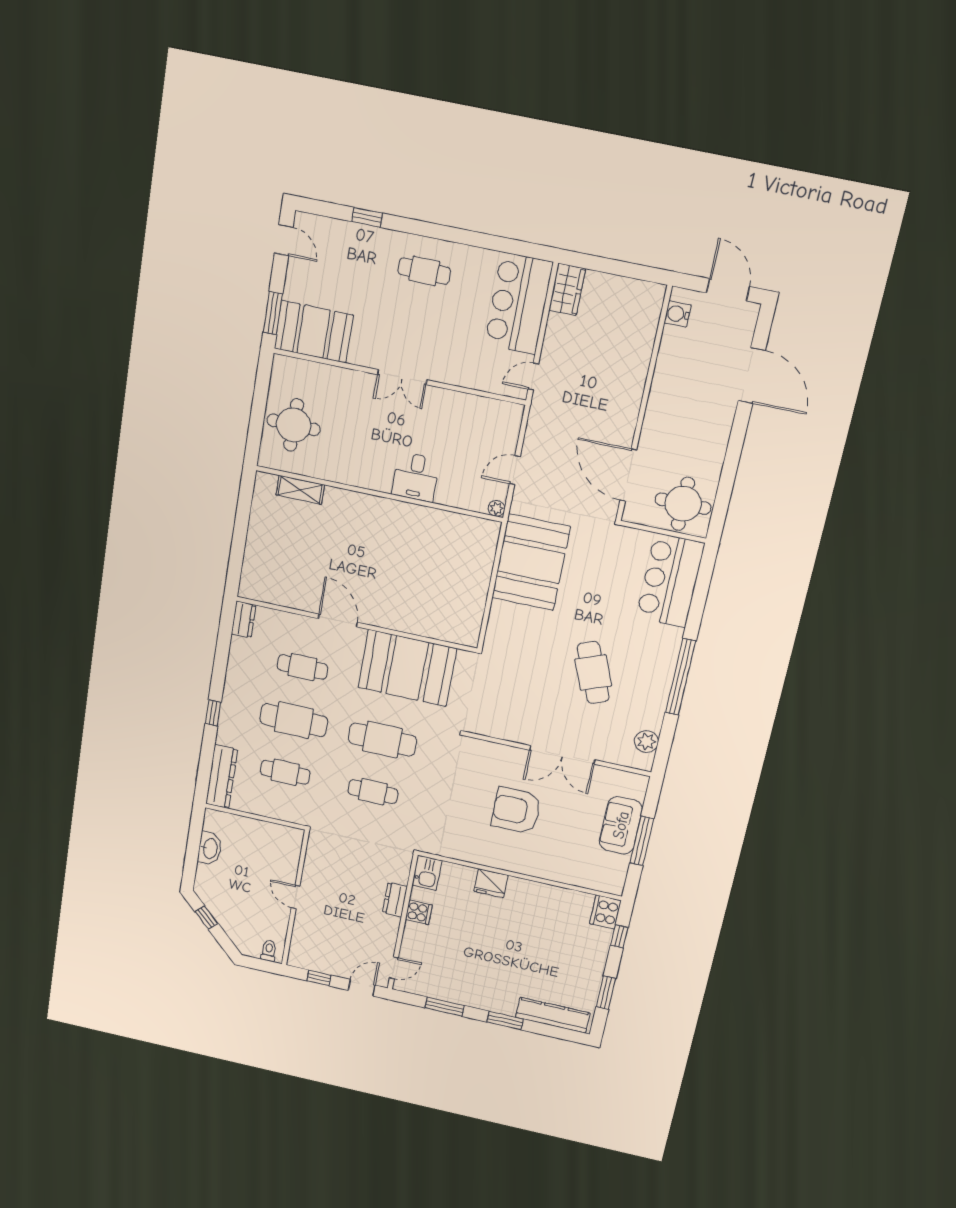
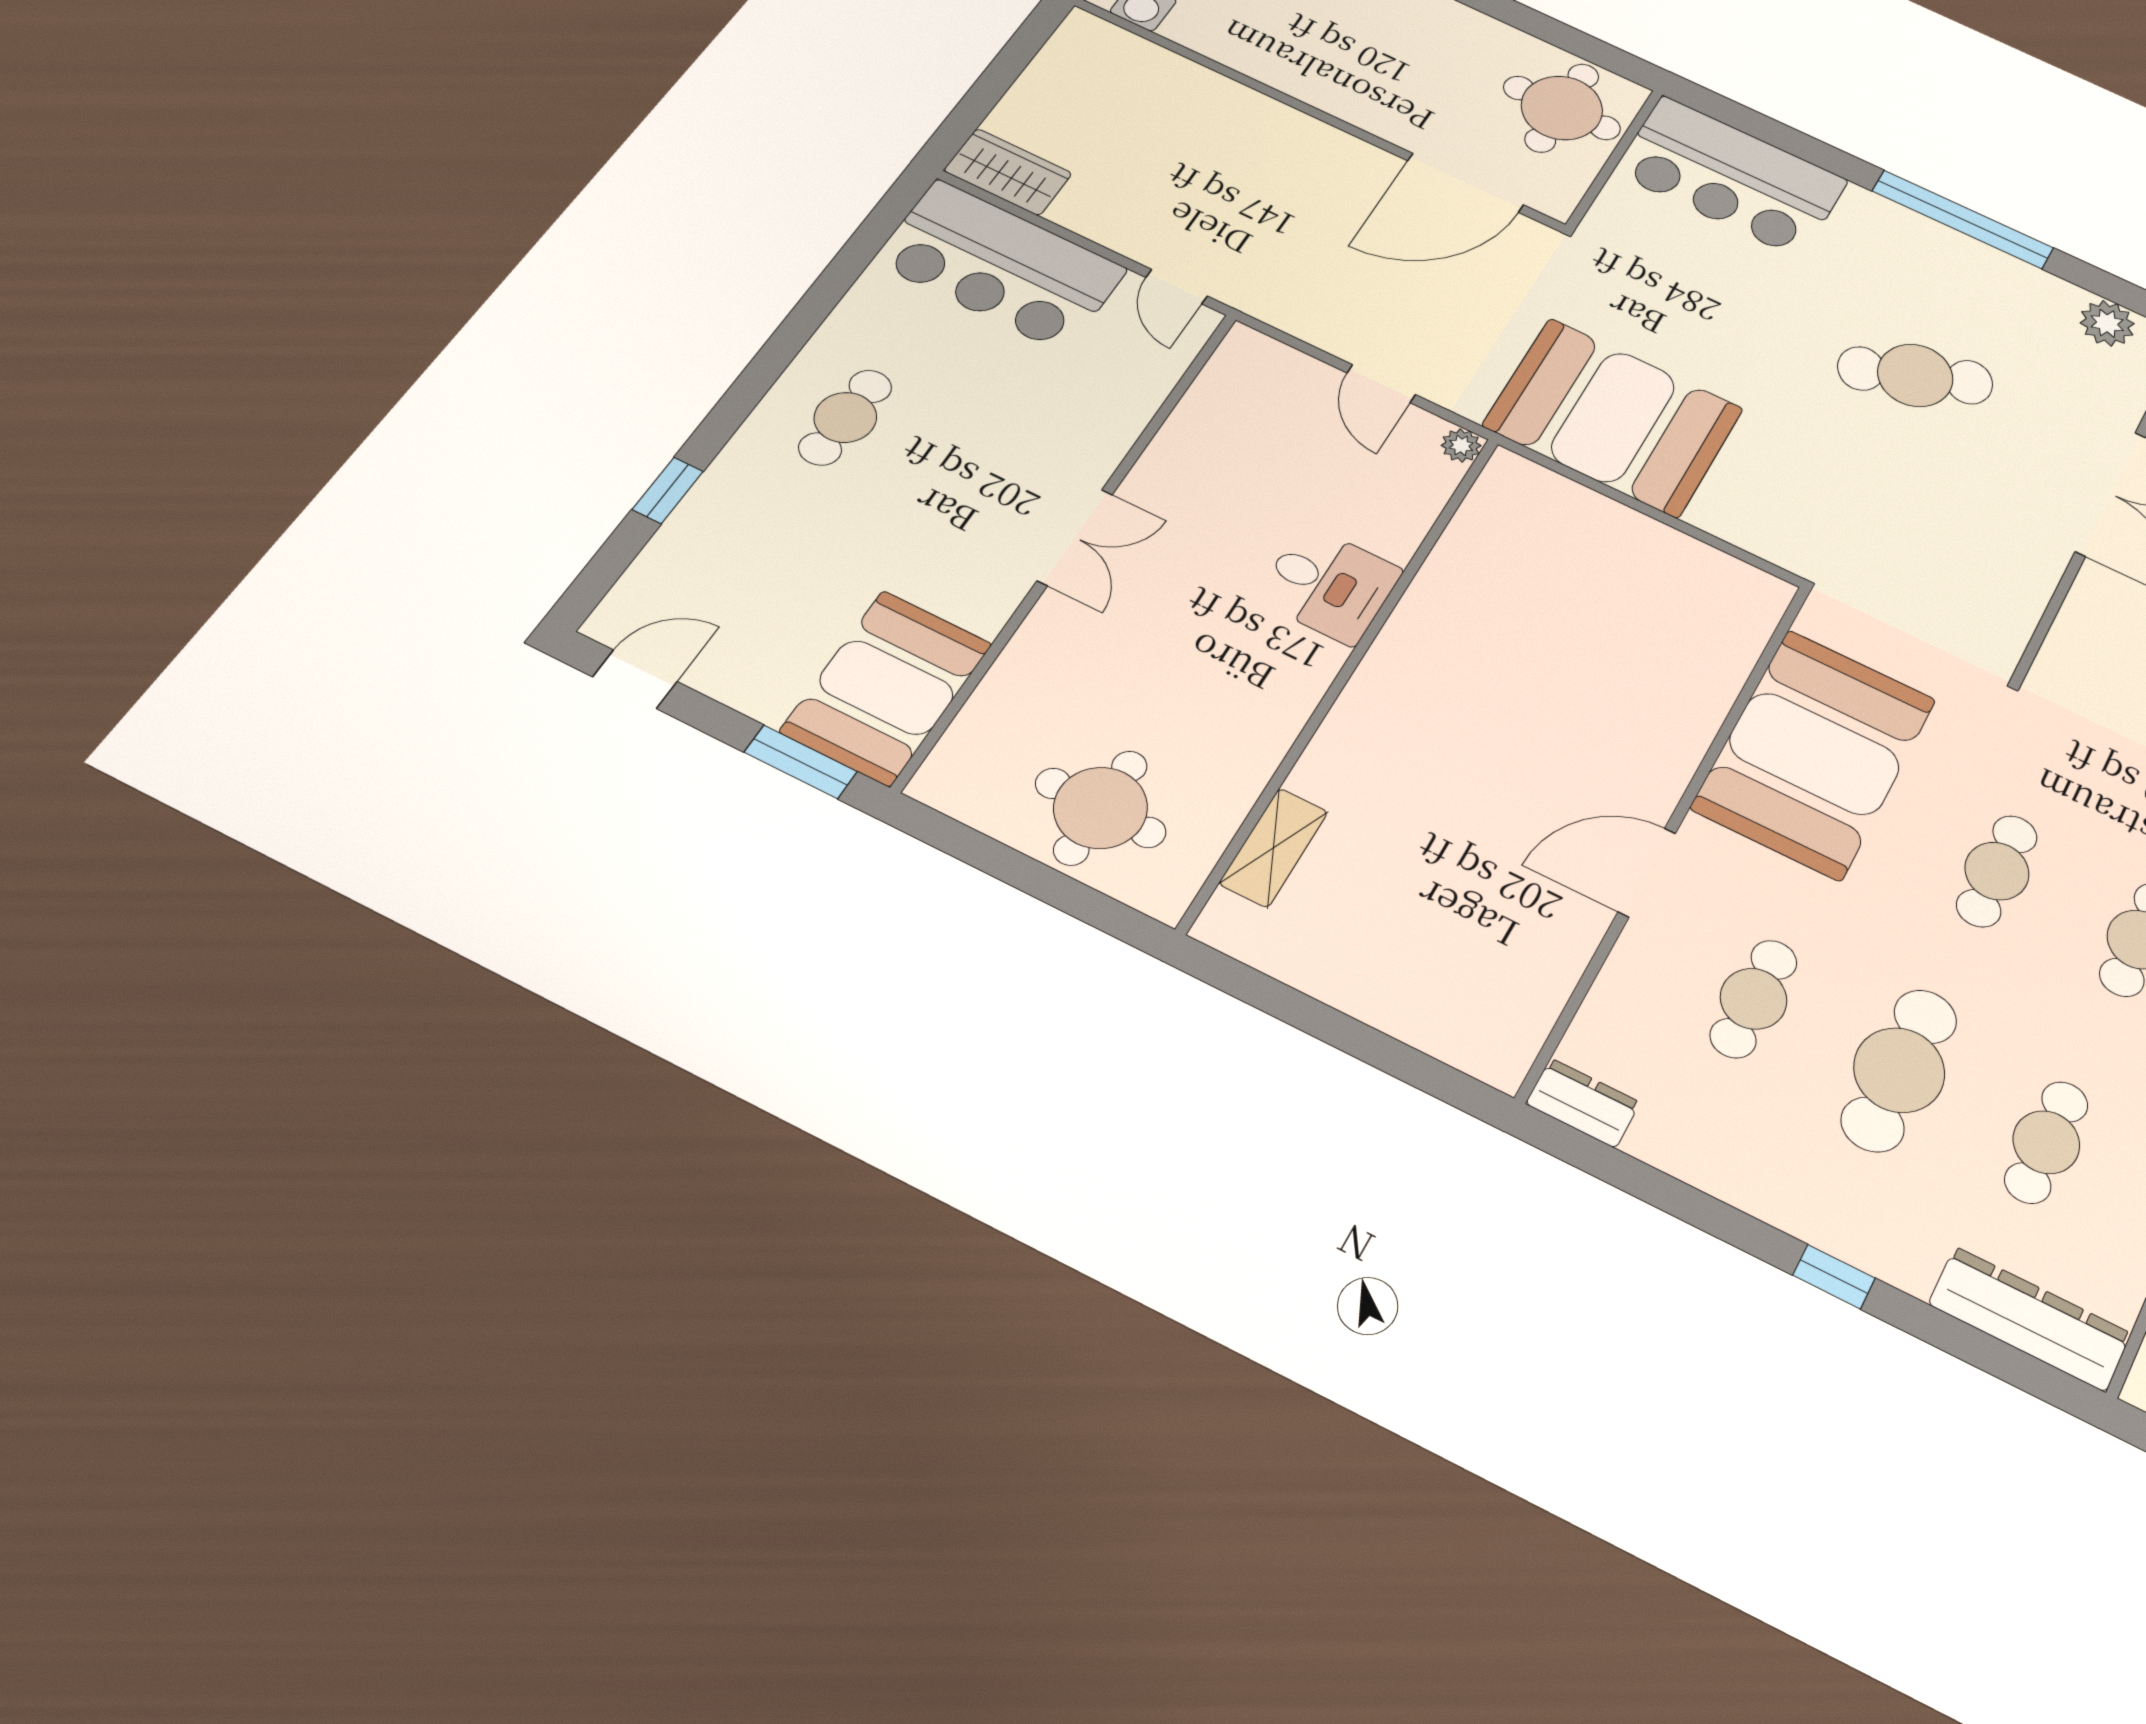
cafe table: (382, 740) -> (1997, 871), width x0.73, depth x0.74

